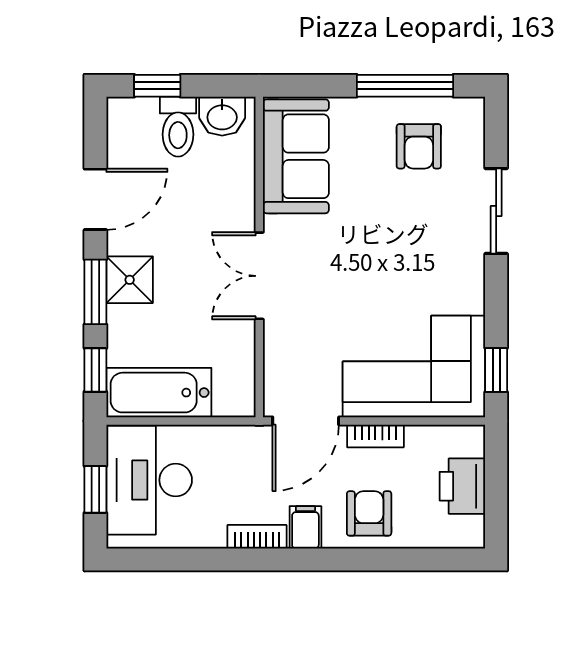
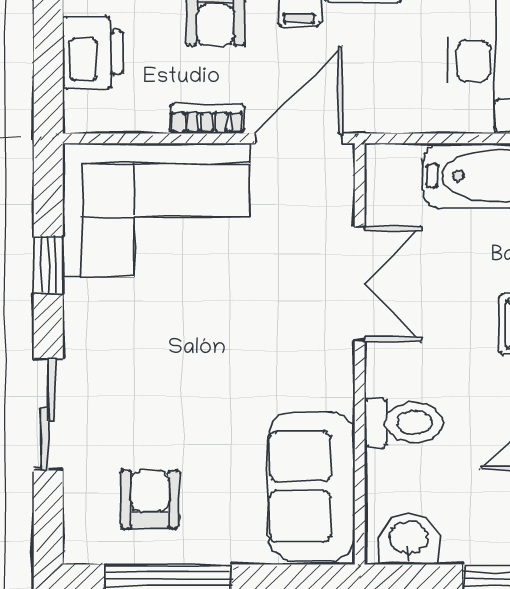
toilet: (178, 127) -> (404, 422), moved, turned 90
double door: (259, 276) -> (360, 284), moved
window: (496, 370) -> (48, 265), moved

